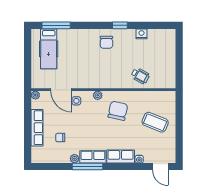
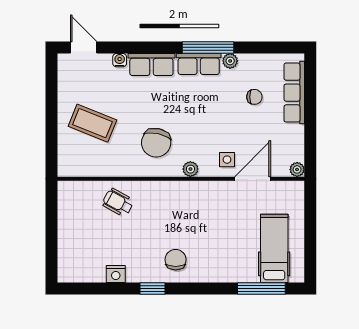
door: (61, 90) -> (253, 179), hinge flipped
row of seats: (37, 128) -> (294, 93), moved

